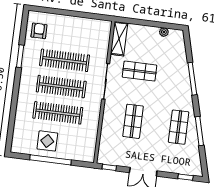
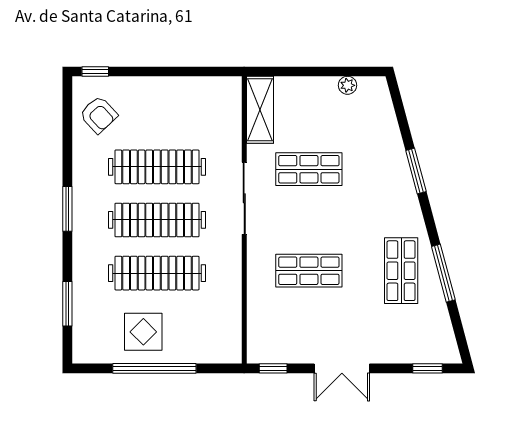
window: (40, 9) -> (95, 71), added
armchair: (39, 31) -> (99, 115), turned 137
window: (20, 56) -> (67, 209), moved
window: (192, 79) -> (416, 171), width x0.69
shop shelf: (133, 121) -> (309, 271), turned 90
window: (12, 122) -> (67, 304), added

